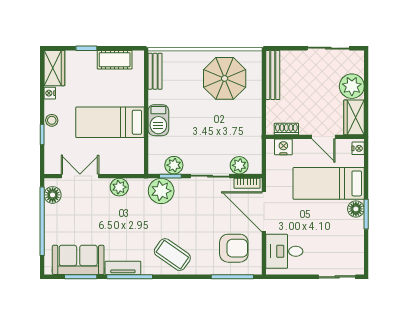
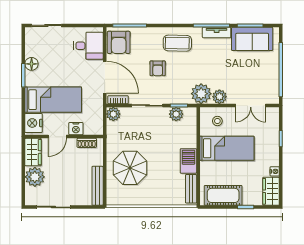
cot: (115, 60) -> (223, 195), width x1.37, depth x1.34
parasol: (225, 78) -> (130, 168), moved
stool: (52, 120) -> (217, 121), moved
barbecue: (158, 120) -> (188, 161), moved
door: (324, 137) -> (57, 137), swing flipped
nightstand: (283, 147) -> (76, 129), moved
nightstand: (358, 148) -> (34, 123), width x1.89, depth x1.79
plant: (239, 165) -> (113, 114), moved
plant: (161, 191) -> (201, 94), moved
floor lamp: (53, 195) -> (272, 90), removed
floor lamp: (356, 209) -> (32, 64), moved
armchair: (197, 223) -> (158, 68), added
armchair: (234, 248) -> (119, 42), moved, turned -90
coffee table: (172, 255) -> (177, 43), turned -34

